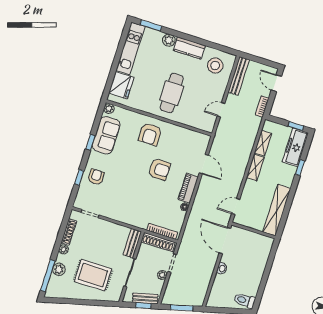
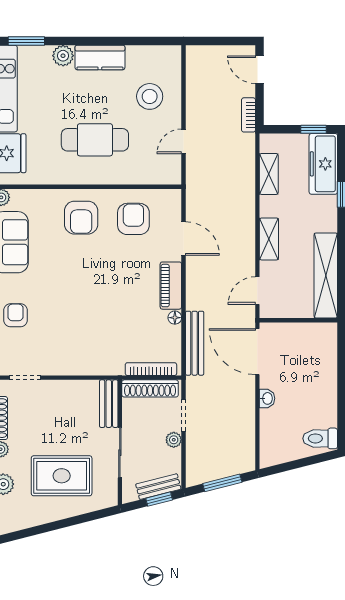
stool: (215, 65) -> (150, 96), moved
bench: (239, 76) -> (195, 343), moved
cafe table: (172, 93) -> (95, 140), turned 90
shelving: (255, 168) -> (269, 239), moved
armchair: (159, 169) -> (133, 219), moved, turned -90

